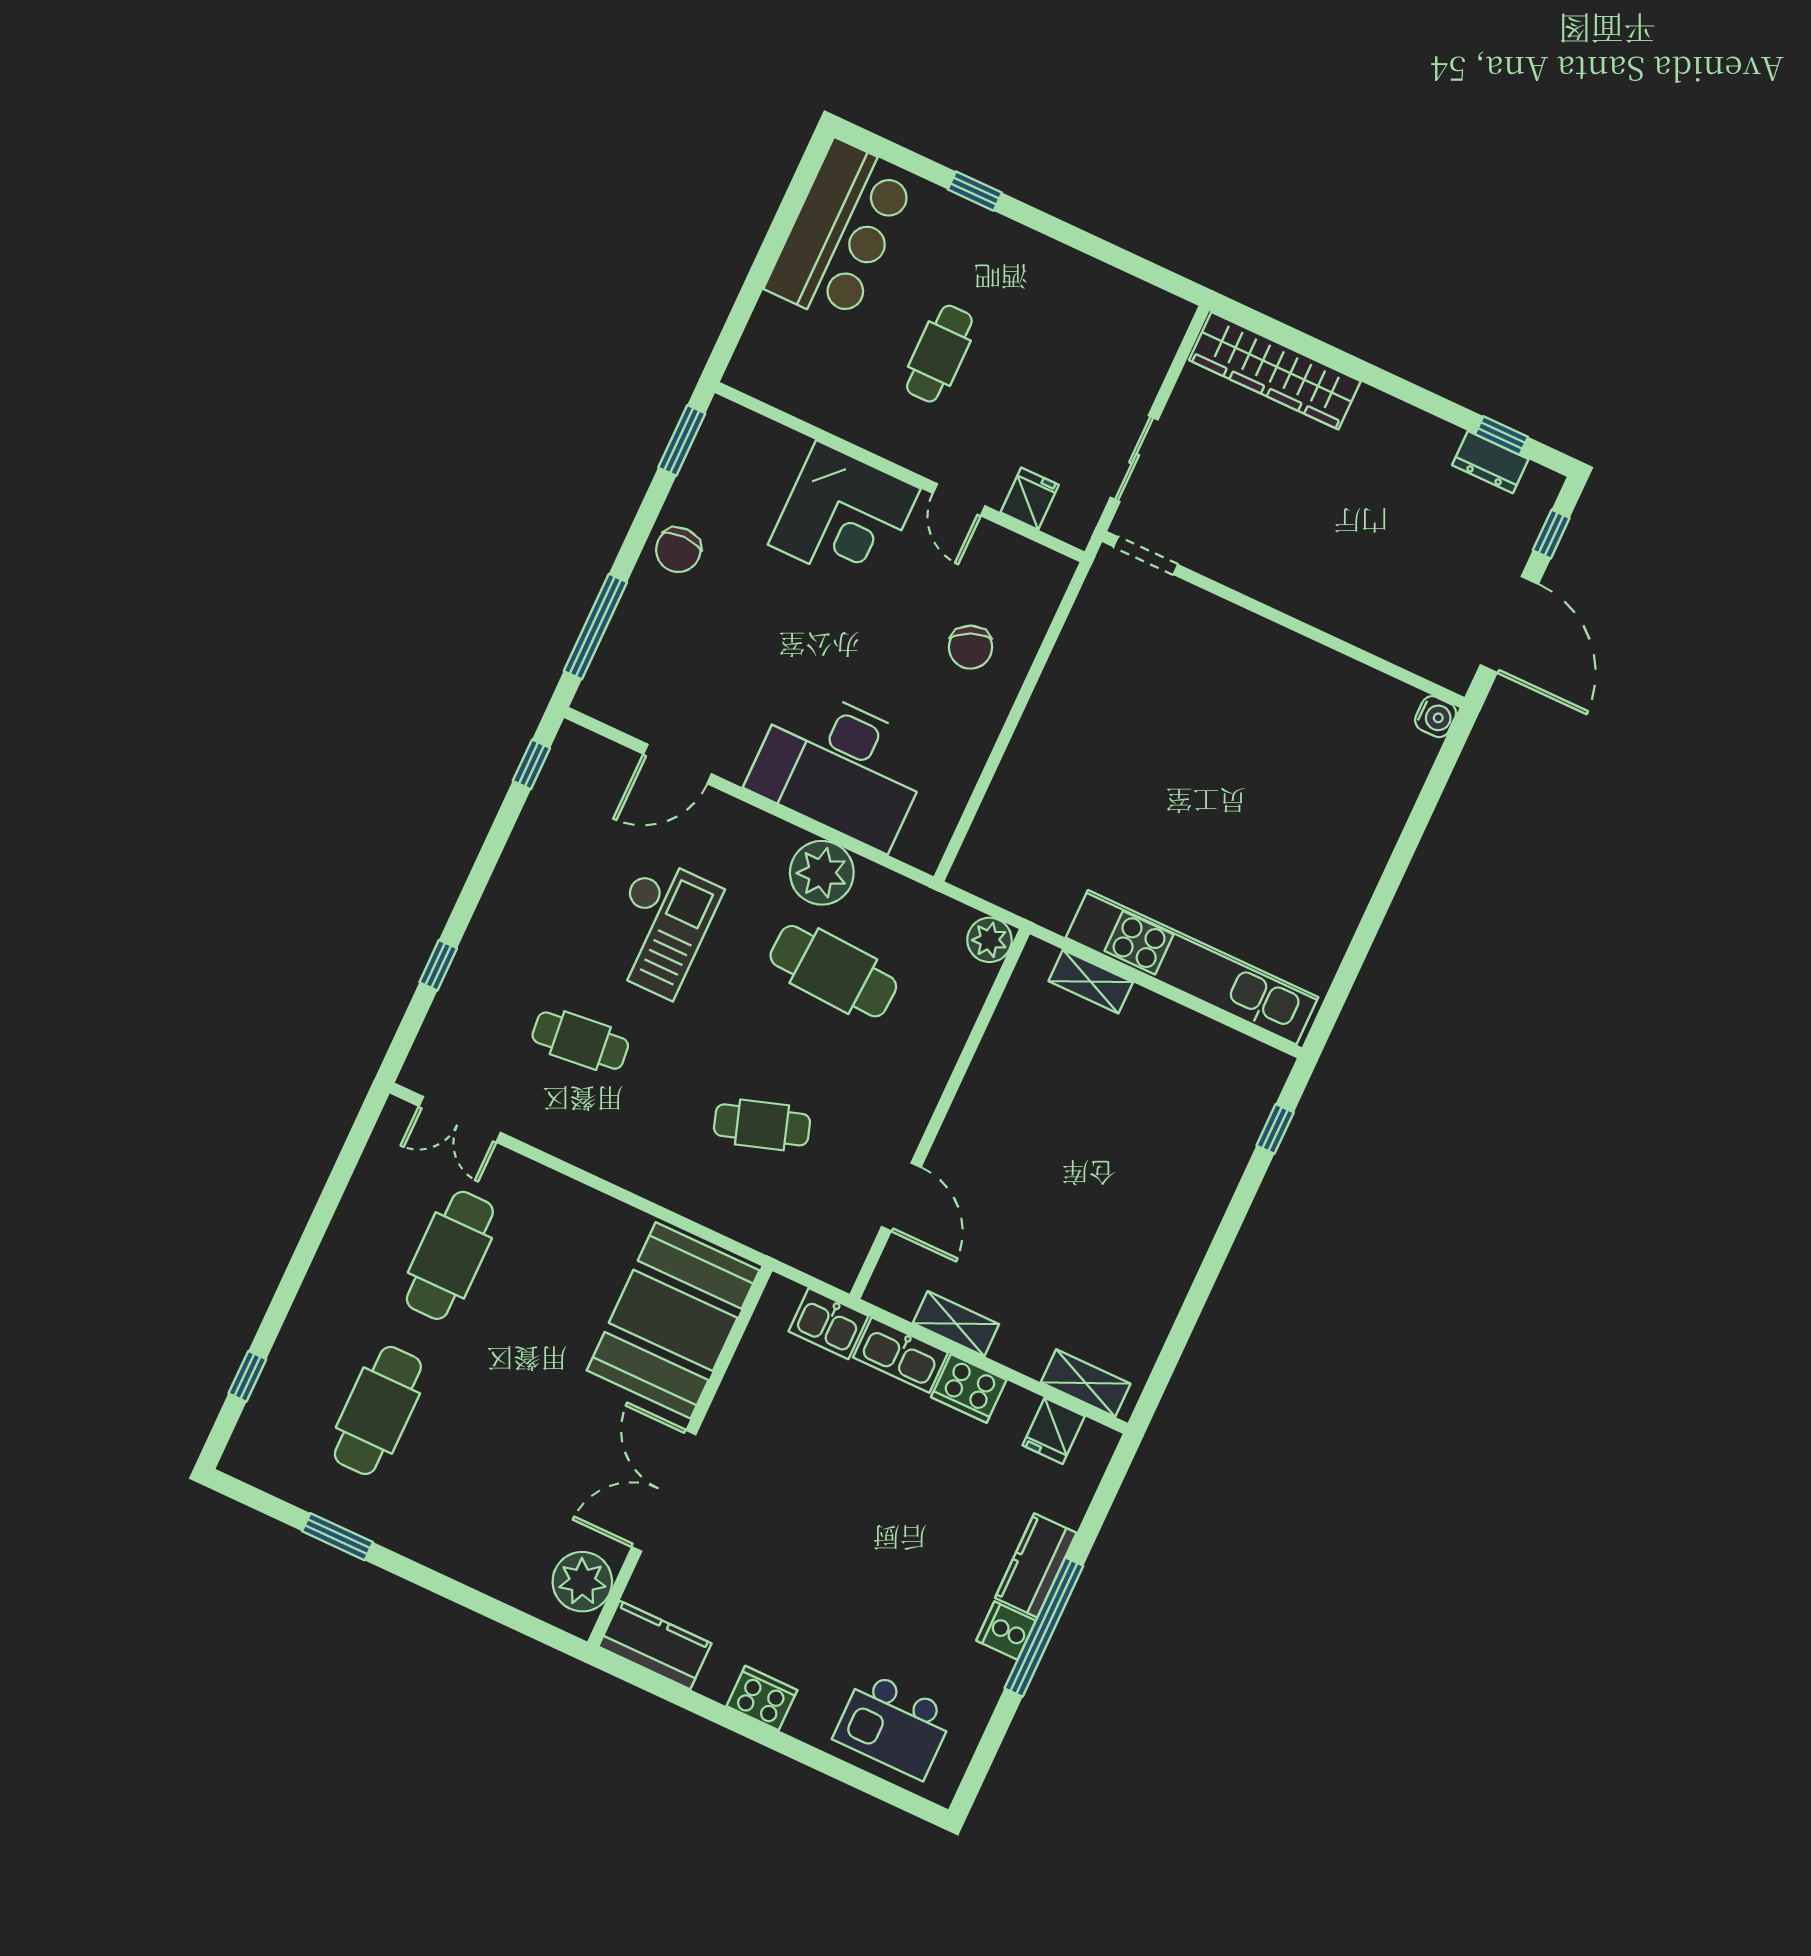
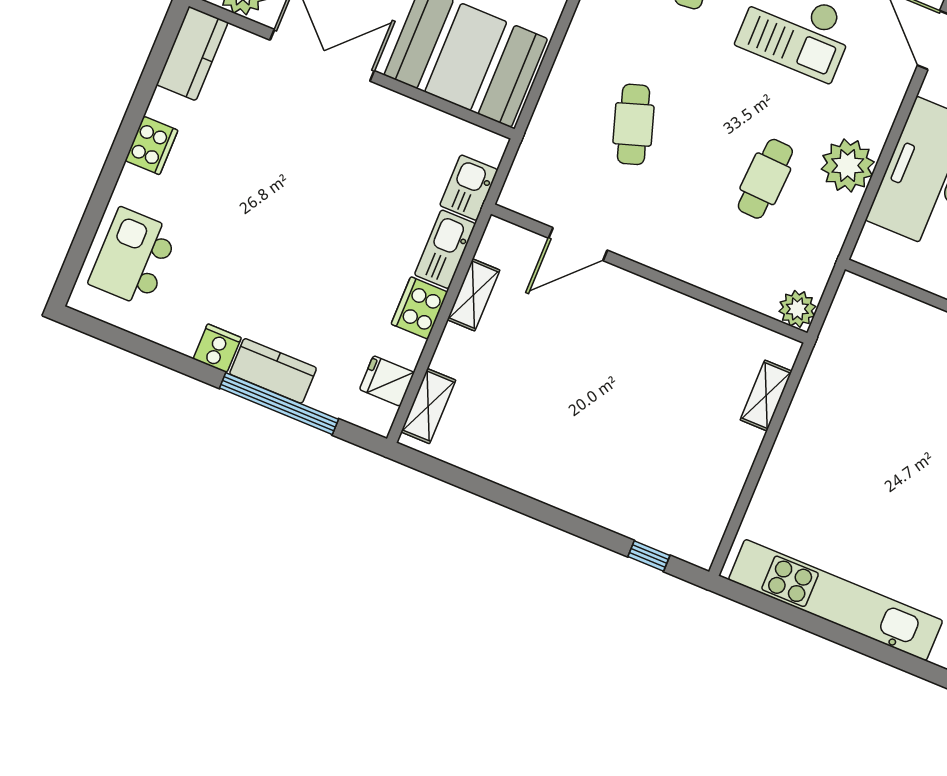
kitchen unit: (1192, 967) -> (836, 600), moved, turned -90
cafe table: (833, 971) -> (765, 179), width x0.73, depth x0.74
window: (1044, 1627) -> (279, 404), moved

